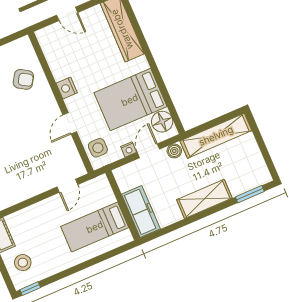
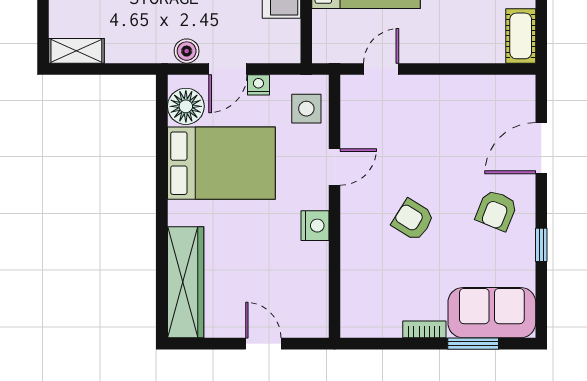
armchair: (23, 79) -> (413, 220), moved
shelving: (216, 136) -> (76, 51), width x0.45, depth x0.75

